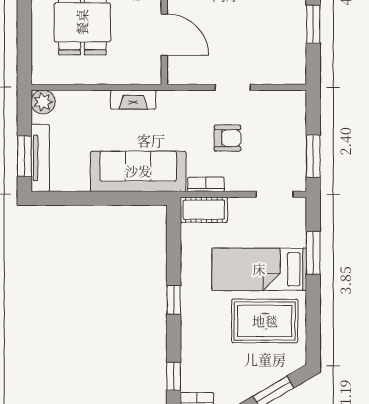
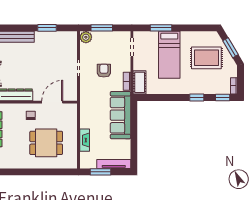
fireplace: (133, 100) -> (85, 140), moved
plant: (43, 102) -> (86, 37), moved
window: (24, 156) -> (100, 172), moved
window: (313, 156) -> (102, 28), moved
window: (174, 300) -> (197, 97), moved
rug: (265, 321) -> (206, 58), moved, turned 90

